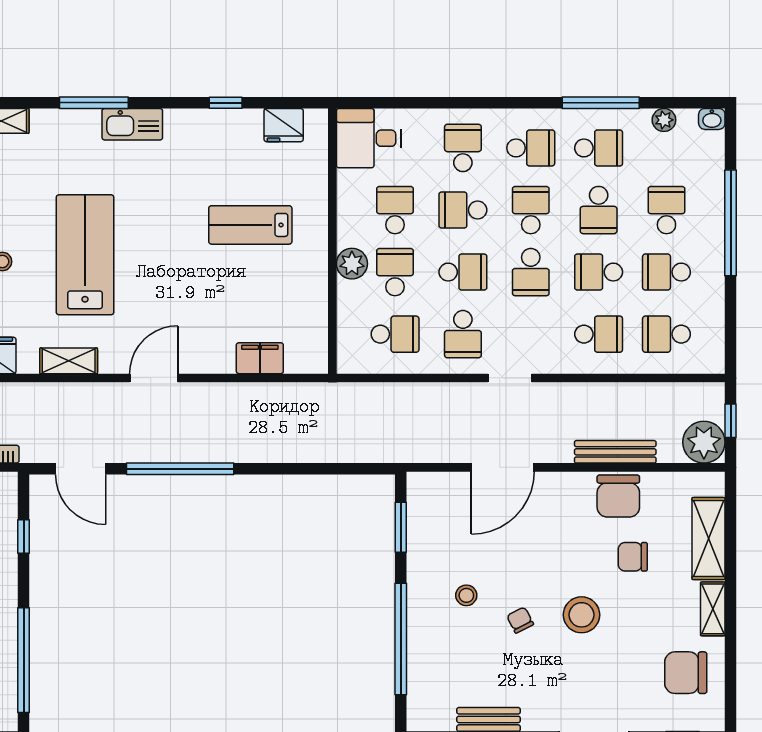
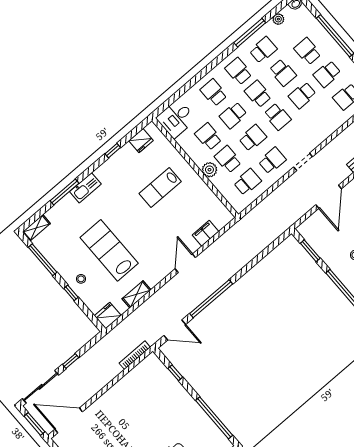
school desk: (531, 148) -> (238, 71), turned -90
school desk: (463, 334) -> (272, 161), turned -90
school desk: (599, 334) -> (322, 118), removed
door: (154, 378) -> (185, 263), moved

